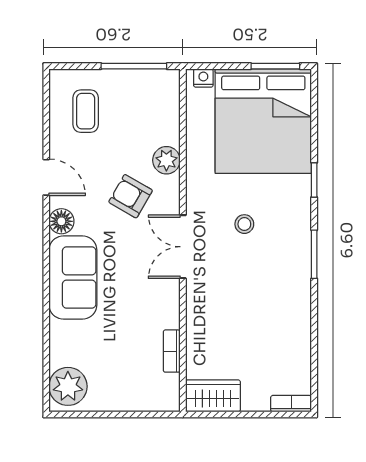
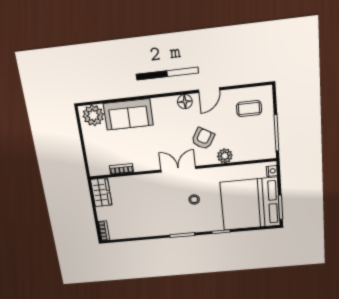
sofa: (73, 277) -> (128, 114), moved

